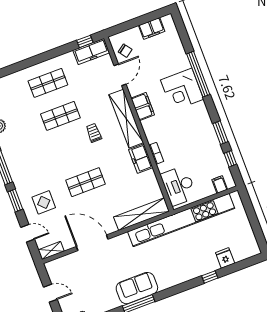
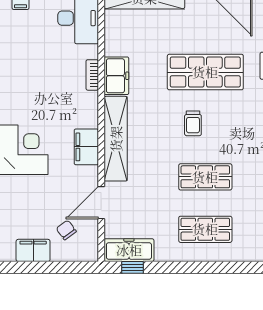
chair: (125, 51) -> (66, 230), moved
trolley: (94, 133) -> (193, 123), moved
shop shelf: (85, 182) -> (205, 72), width x1.43, depth x1.36

